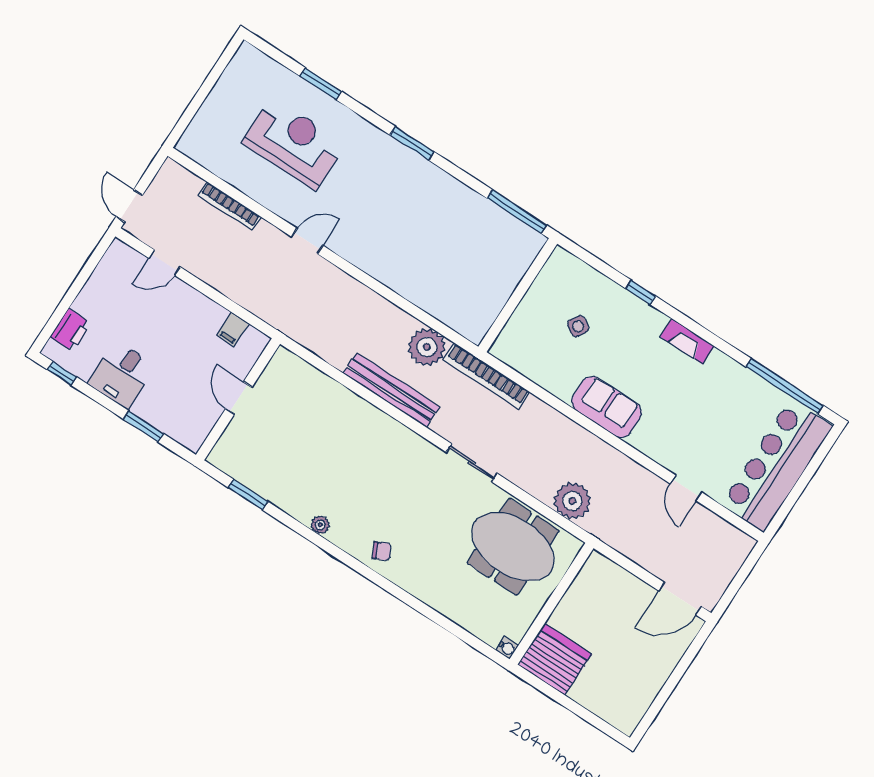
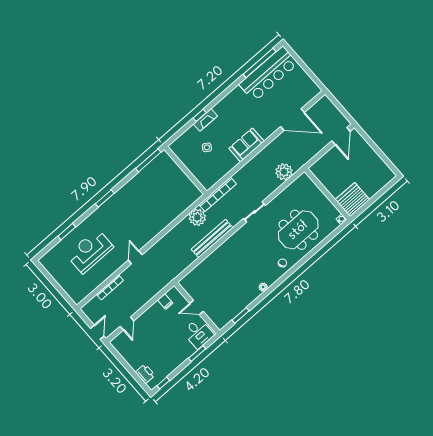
door: (129, 206) -> (97, 332), swing flipped
fireplace: (687, 341) -> (205, 120), moved
desk: (122, 375) -> (198, 333), moved
bar counter: (777, 466) -> (269, 74), moved, turned -90
door: (686, 488) -> (292, 120), width x1.87
meeting table: (513, 547) -> (298, 230), moved

